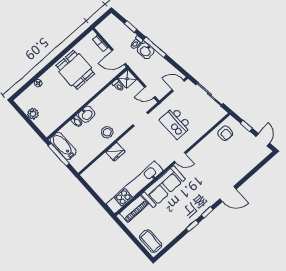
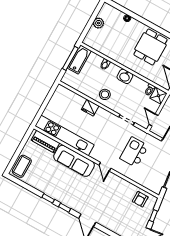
washbasin: (87, 114) -> (125, 76), moved

